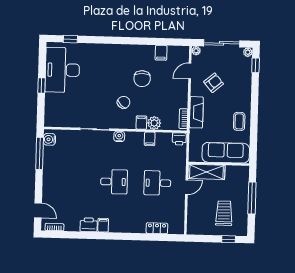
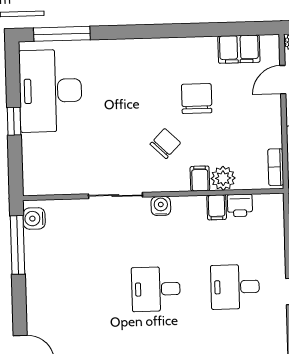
window: (70, 39) -> (62, 34), width x2.17
filing cabinet: (161, 53) -> (239, 49), width x2.00
chair: (142, 79) -> (197, 99), turned 180
printer: (179, 139) -> (240, 205), moved
desk: (114, 182) -> (156, 289), turned 180

